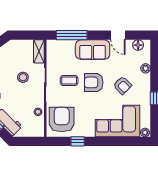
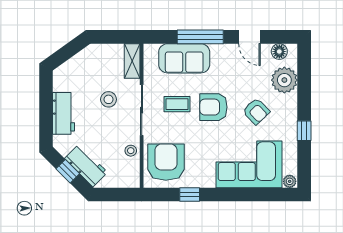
window: (72, 35) -> (200, 37), moved
sofa: (93, 50) -> (184, 58), moved
plant: (146, 68) -> (284, 80), width x1.87, depth x1.87

